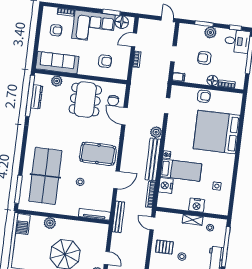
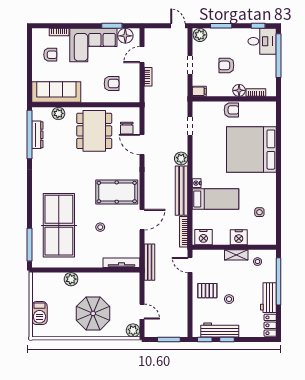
plant: (210, 32) -> (200, 35), moved
nightstand: (166, 185) -> (203, 237), moved, turned -90
barbecue: (23, 224) -> (40, 313), moved

